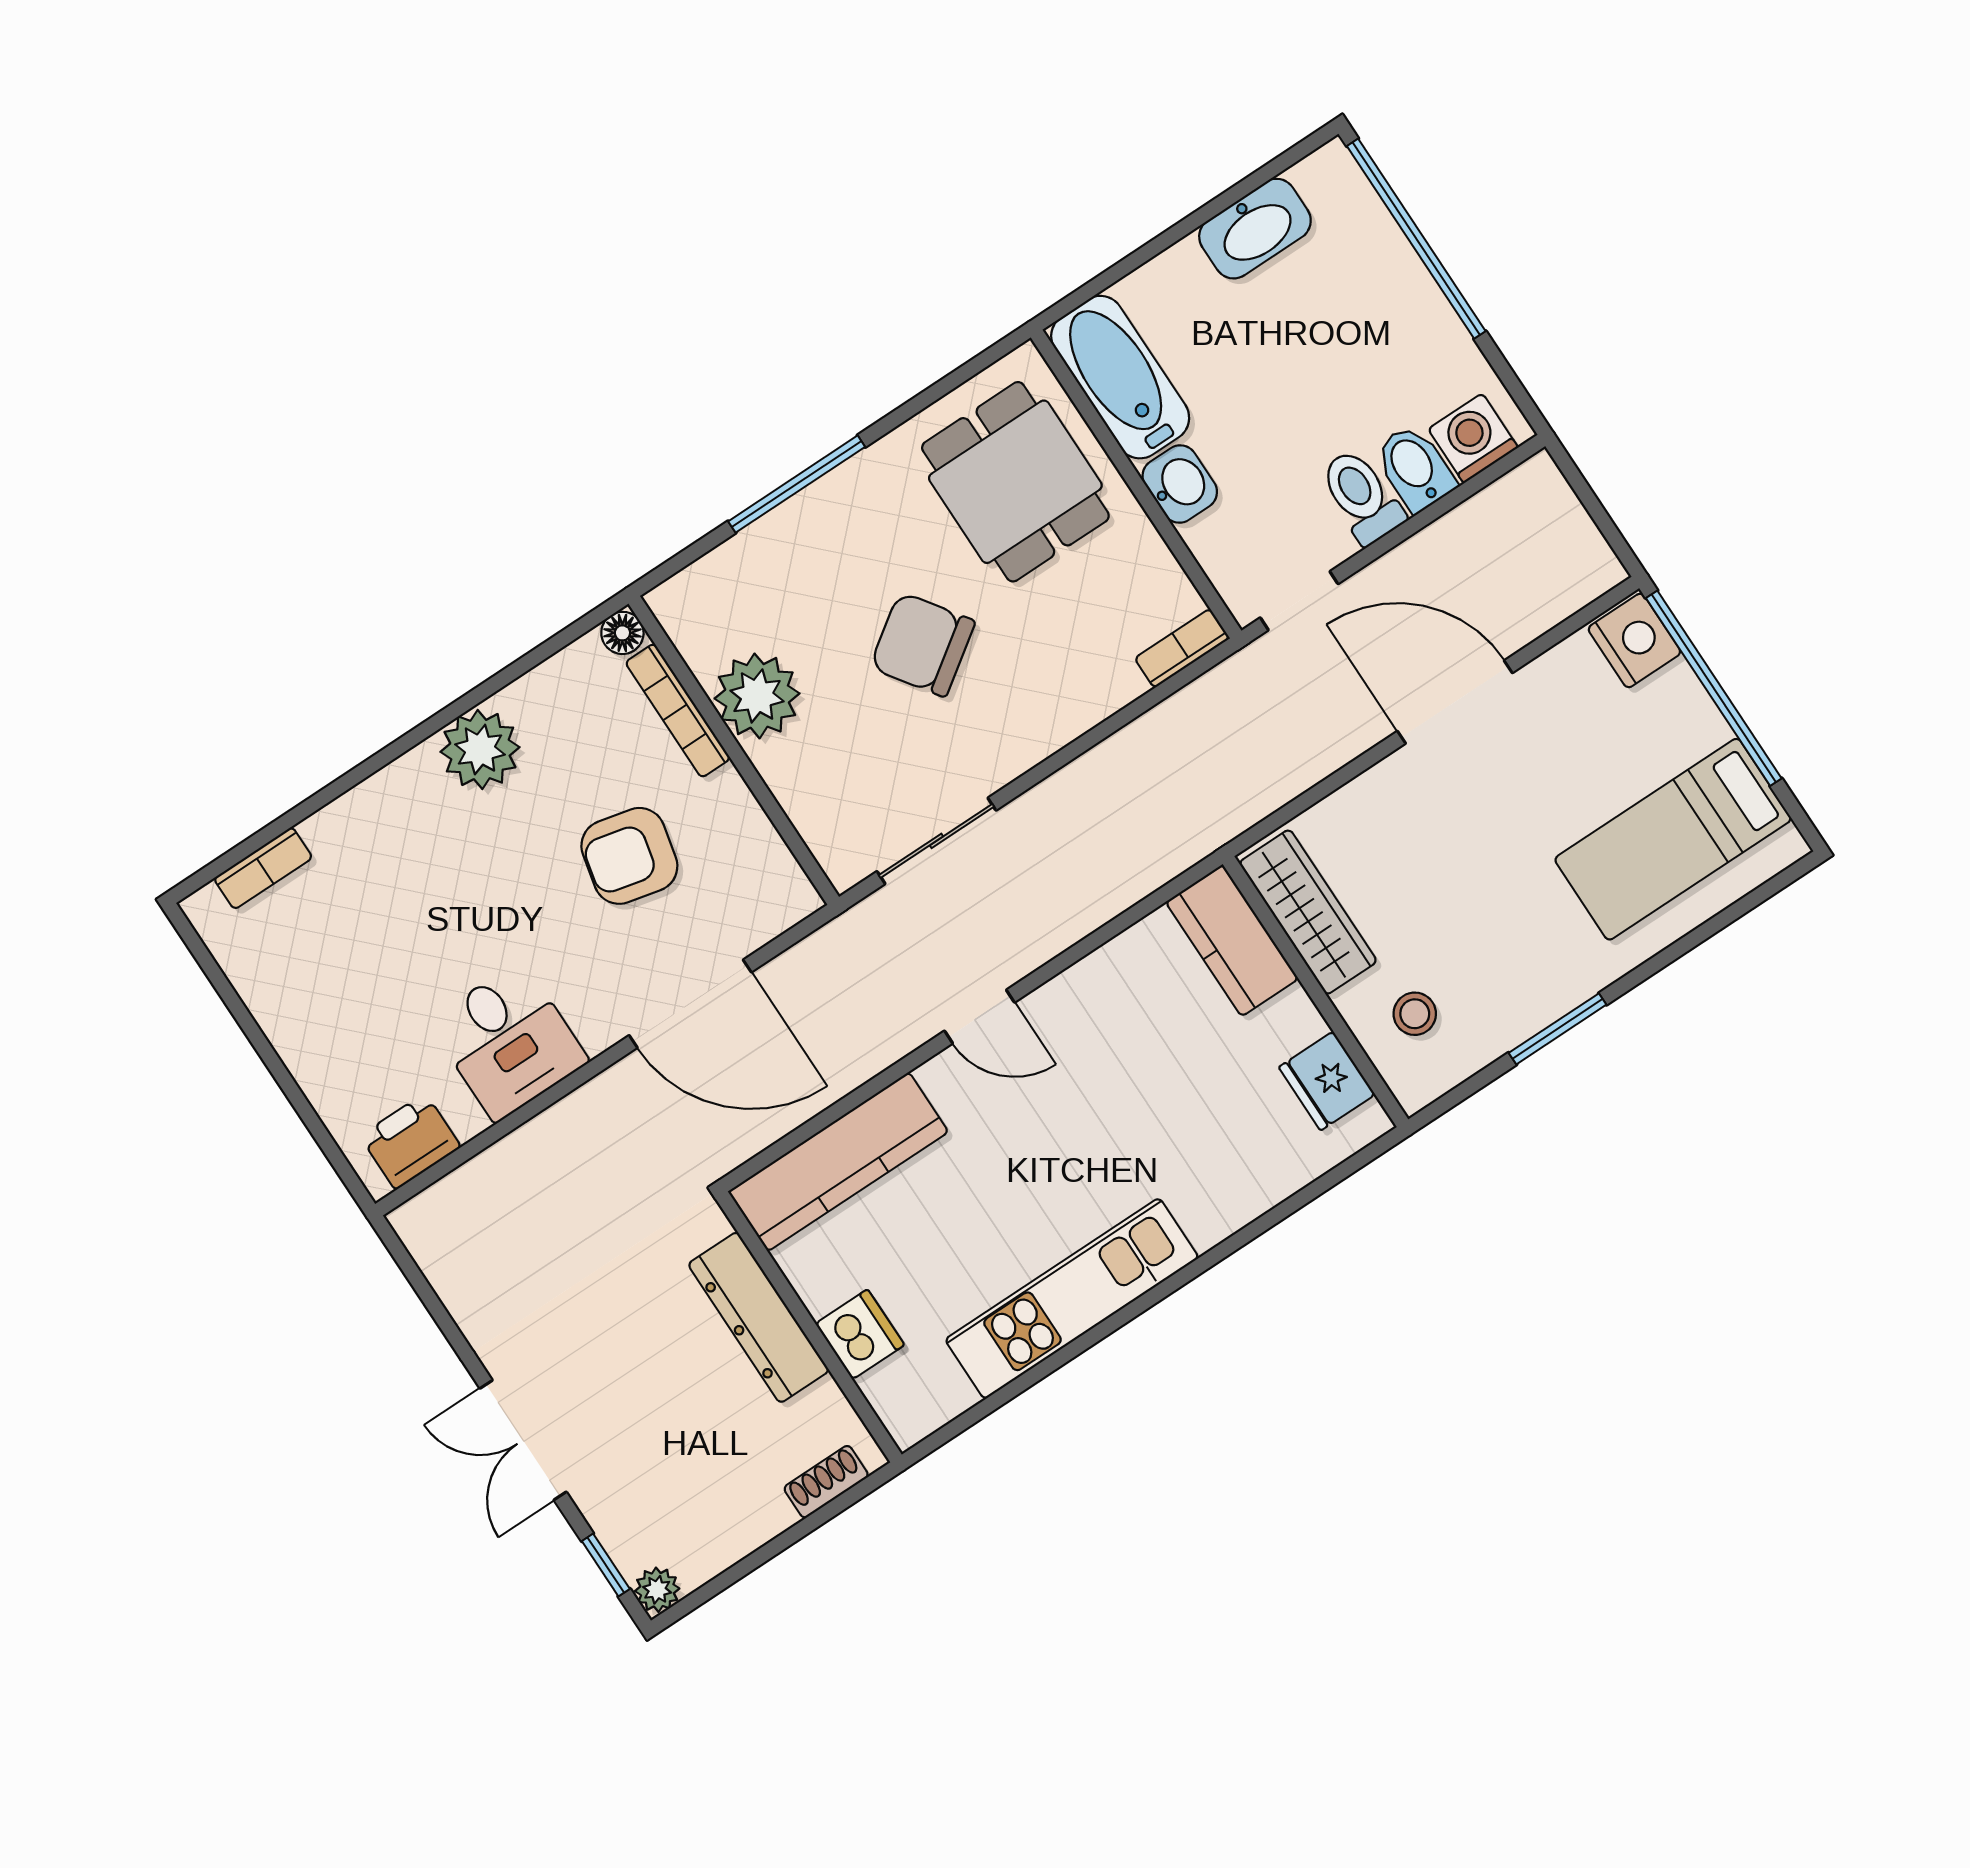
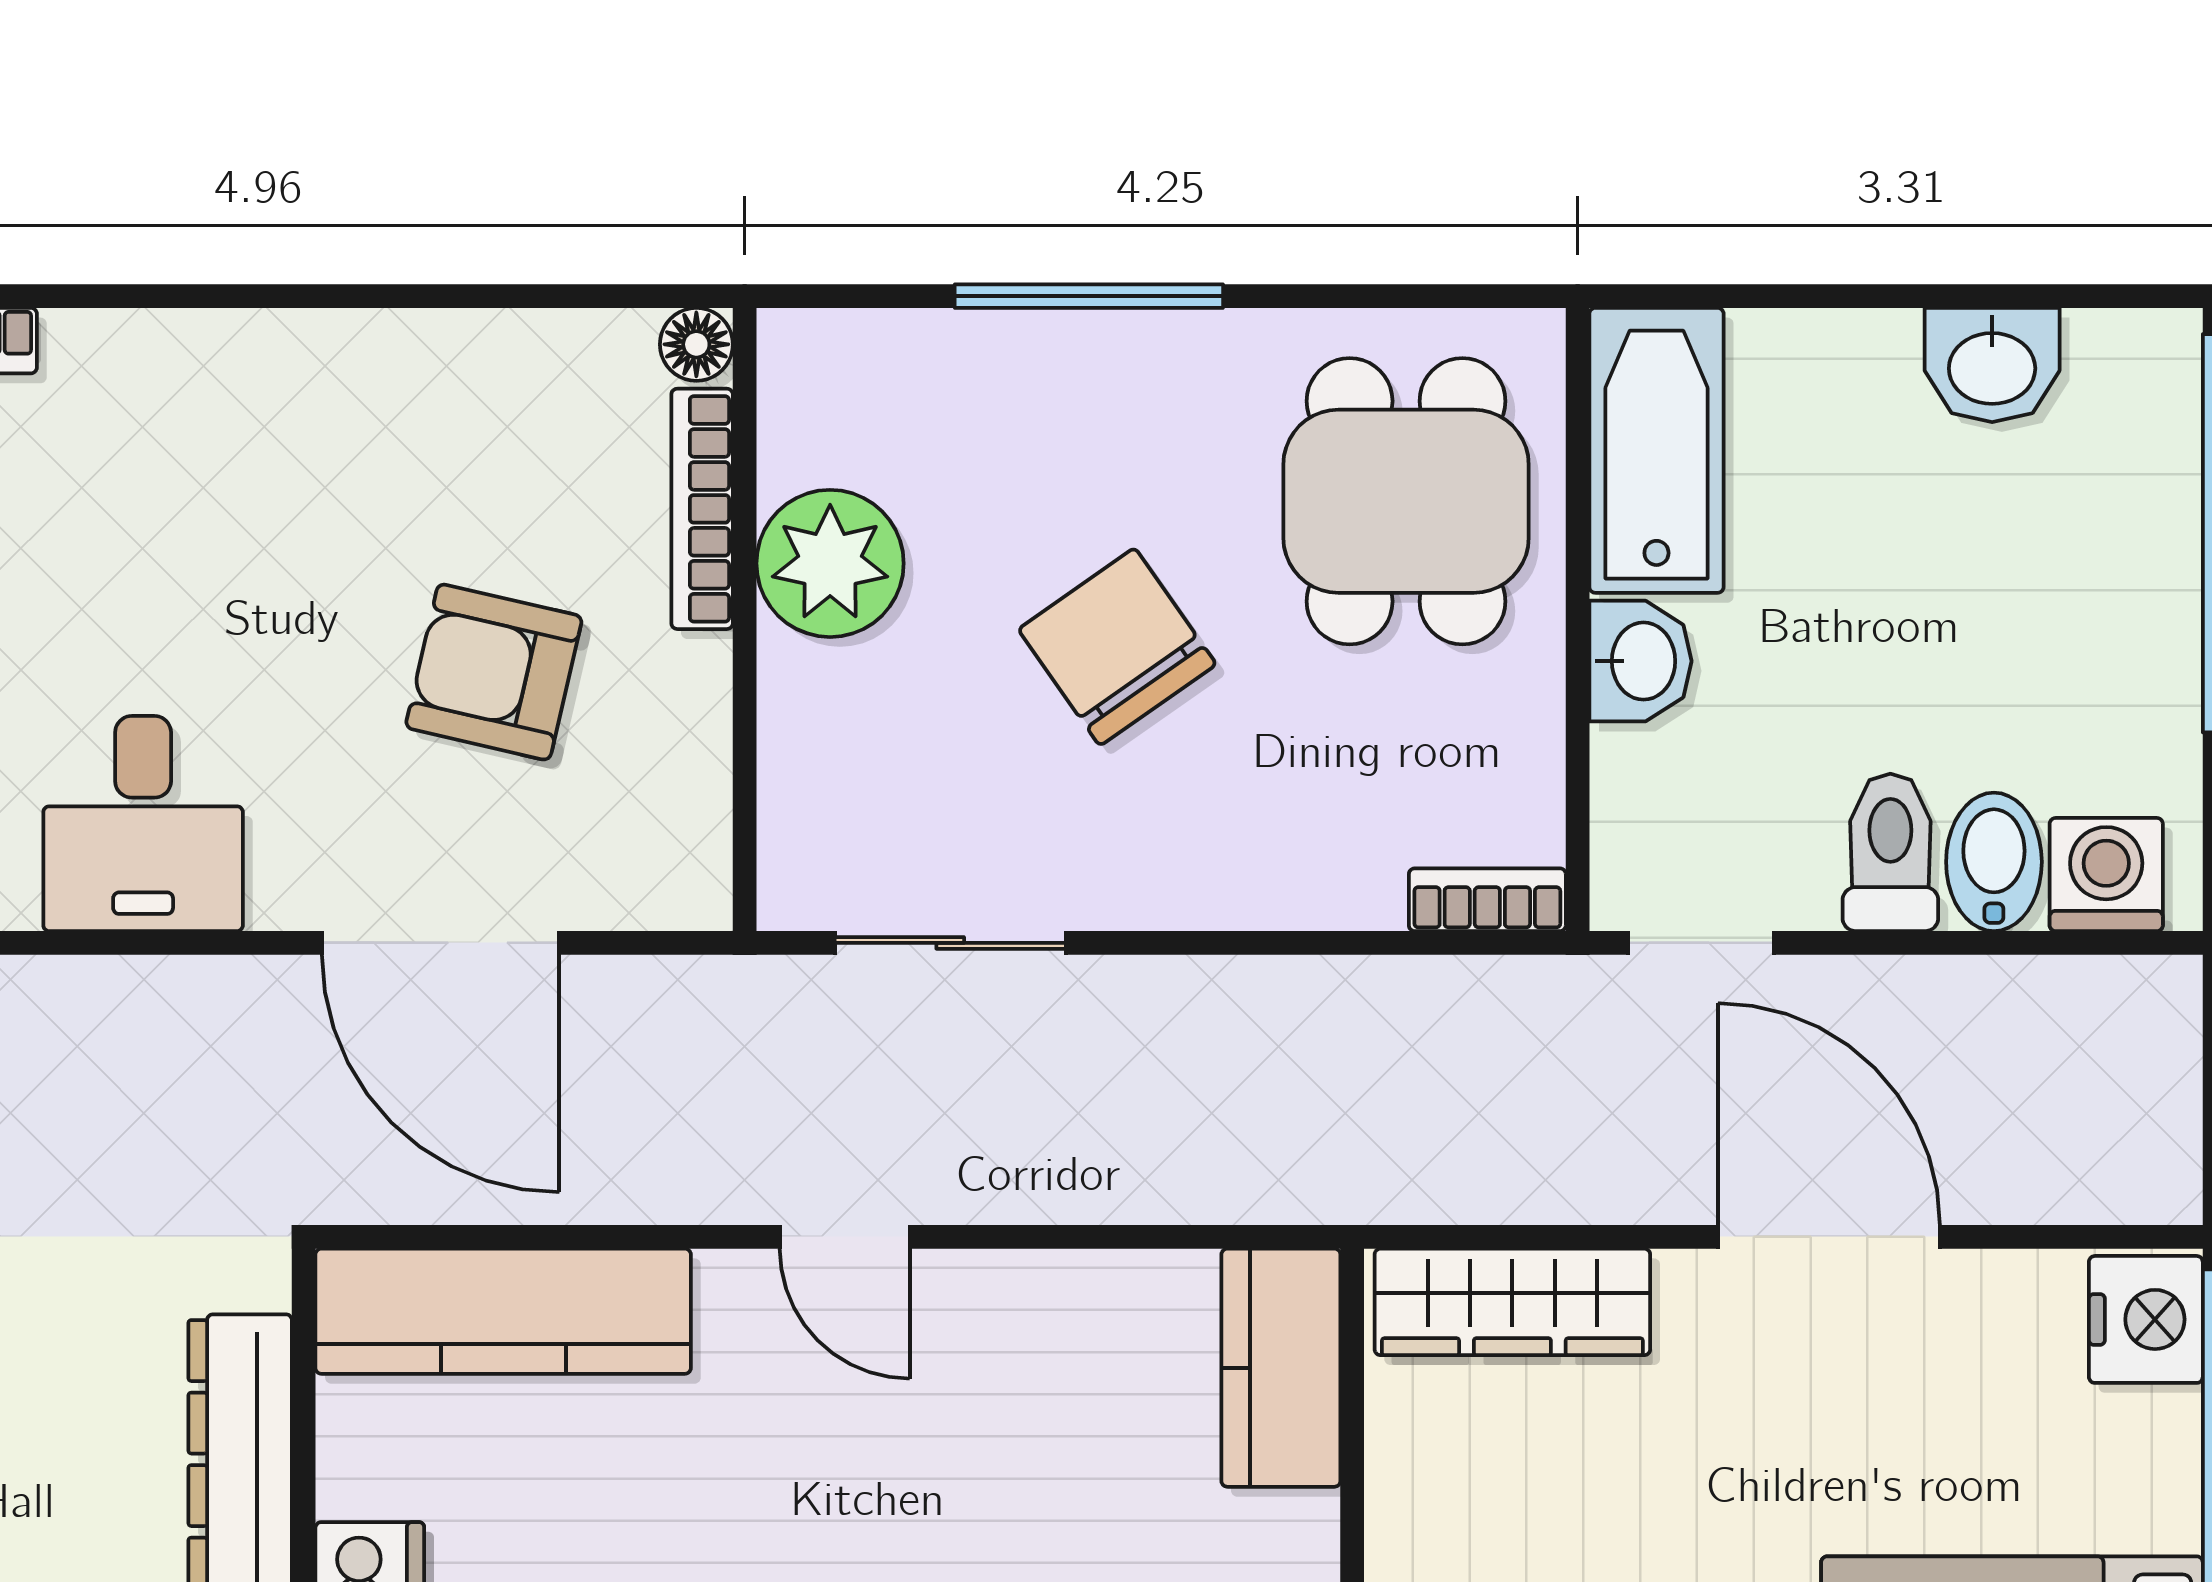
washbasin: (1255, 229) -> (1992, 365), width x0.72
plant: (480, 750) -> (380, 377), removed
wardrobe: (1308, 912) -> (1512, 1302), moved, turned 90

